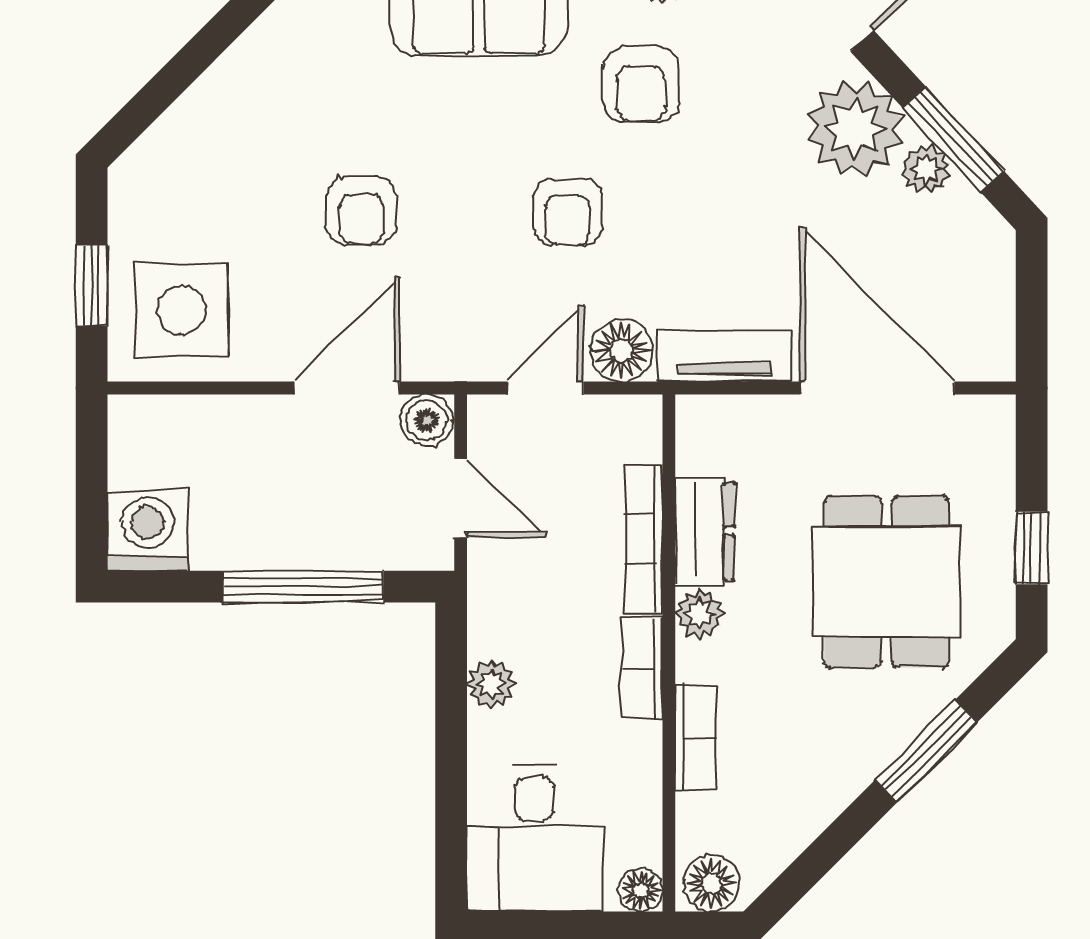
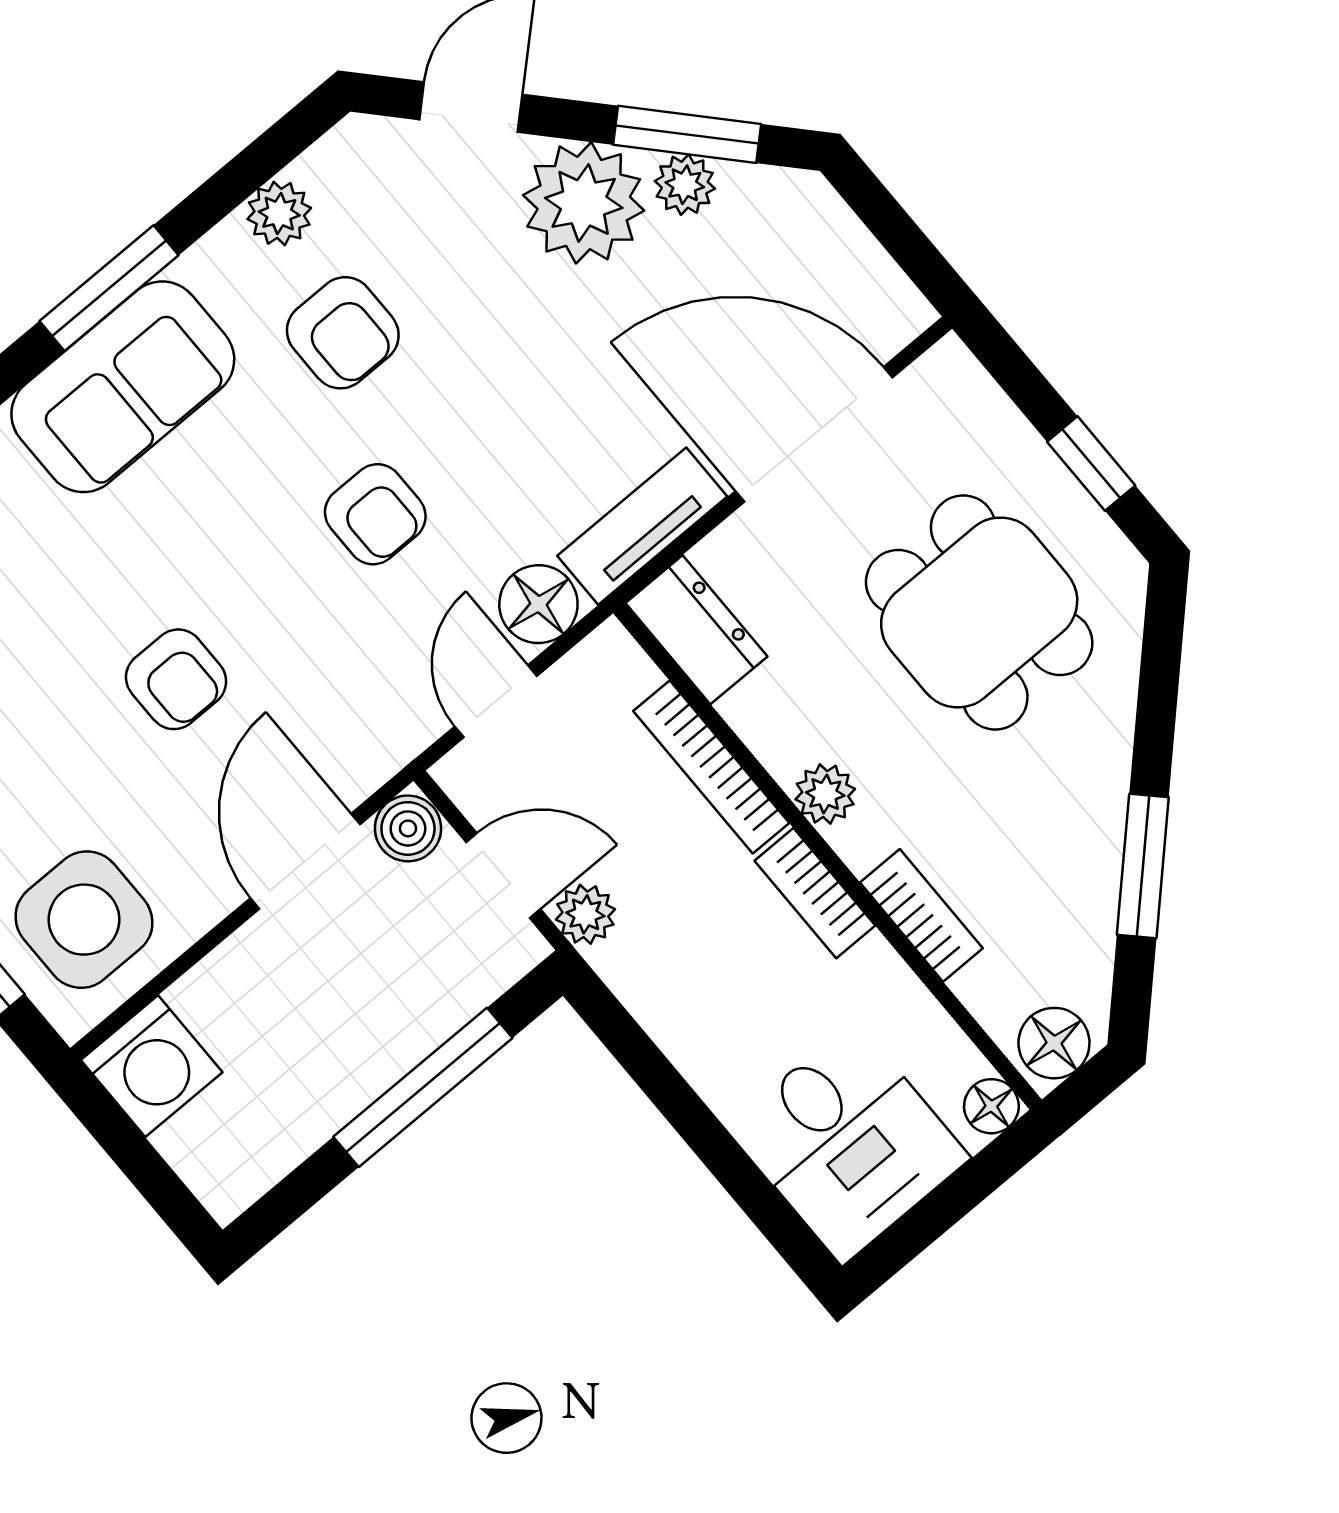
washing machine: (148, 531) -> (152, 1066), moved, turned 180
dresser: (705, 532) -> (696, 630), moved
plant: (491, 684) -> (585, 914), moved
window: (926, 751) -> (1143, 866), moved

